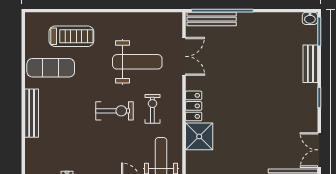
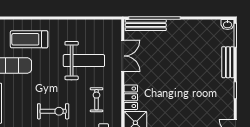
treadmill: (71, 36) -> (29, 39), turned 180
exercise bike: (115, 111) -> (53, 111), moved

